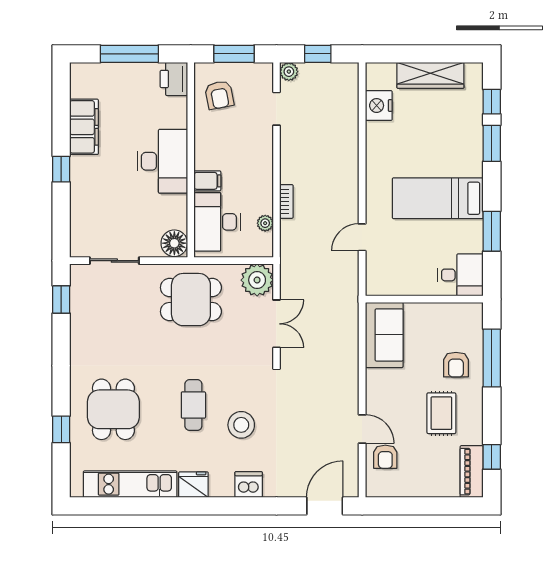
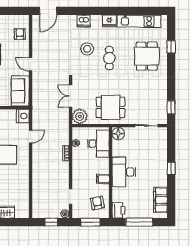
nightstand: (379, 106) -> (23, 116), moved
filing cabinet: (84, 127) -> (160, 200), moved
filing cabinet: (207, 181) -> (103, 179), moved
door: (362, 429) -> (31, 64), moved

